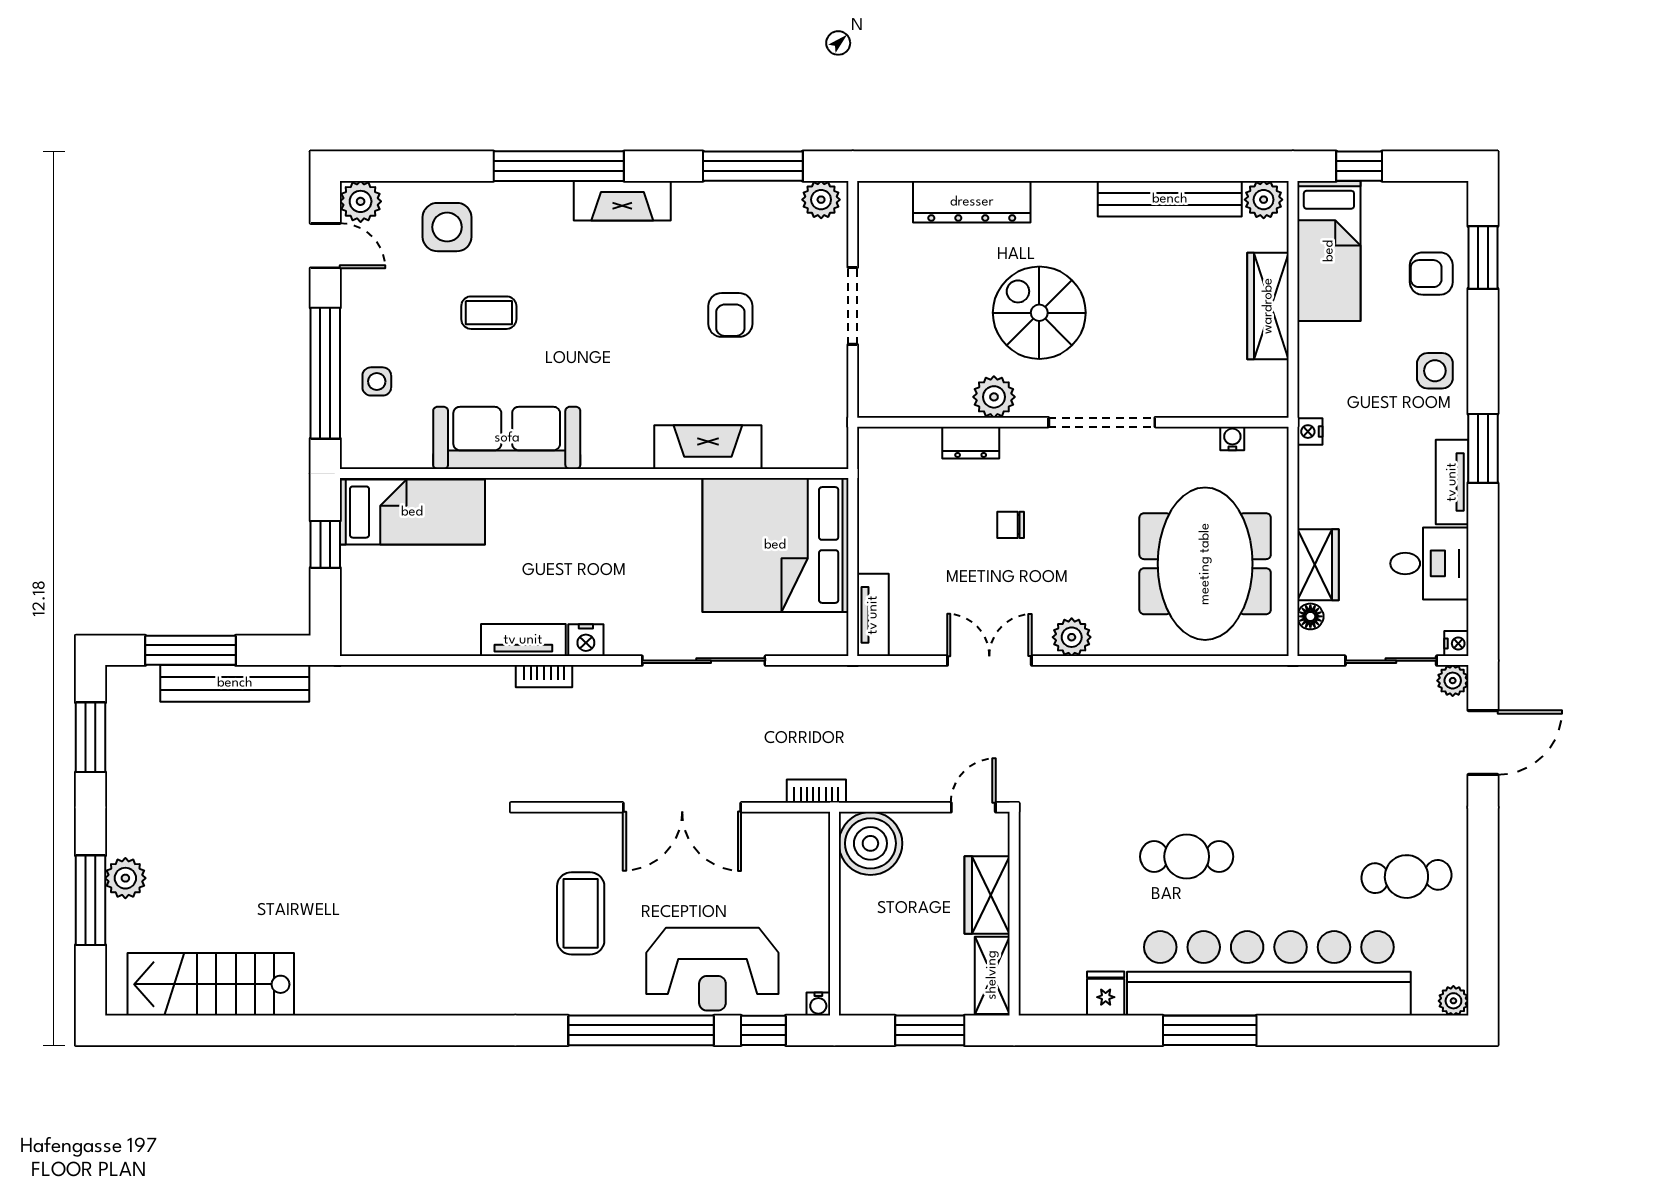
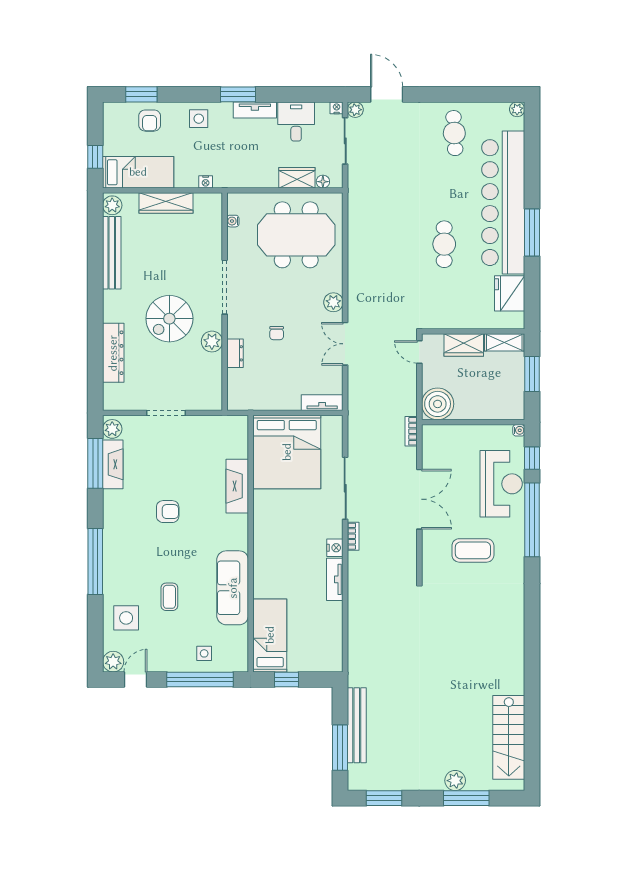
fireplace: (622, 201) -> (113, 464), moved
armchair: (730, 315) -> (168, 512), moved
nightstand: (1310, 432) -> (206, 182), moved
bookcase: (544, 676) -> (353, 536), moved
fridge: (1106, 994) -> (510, 293), width x1.88, depth x1.34

